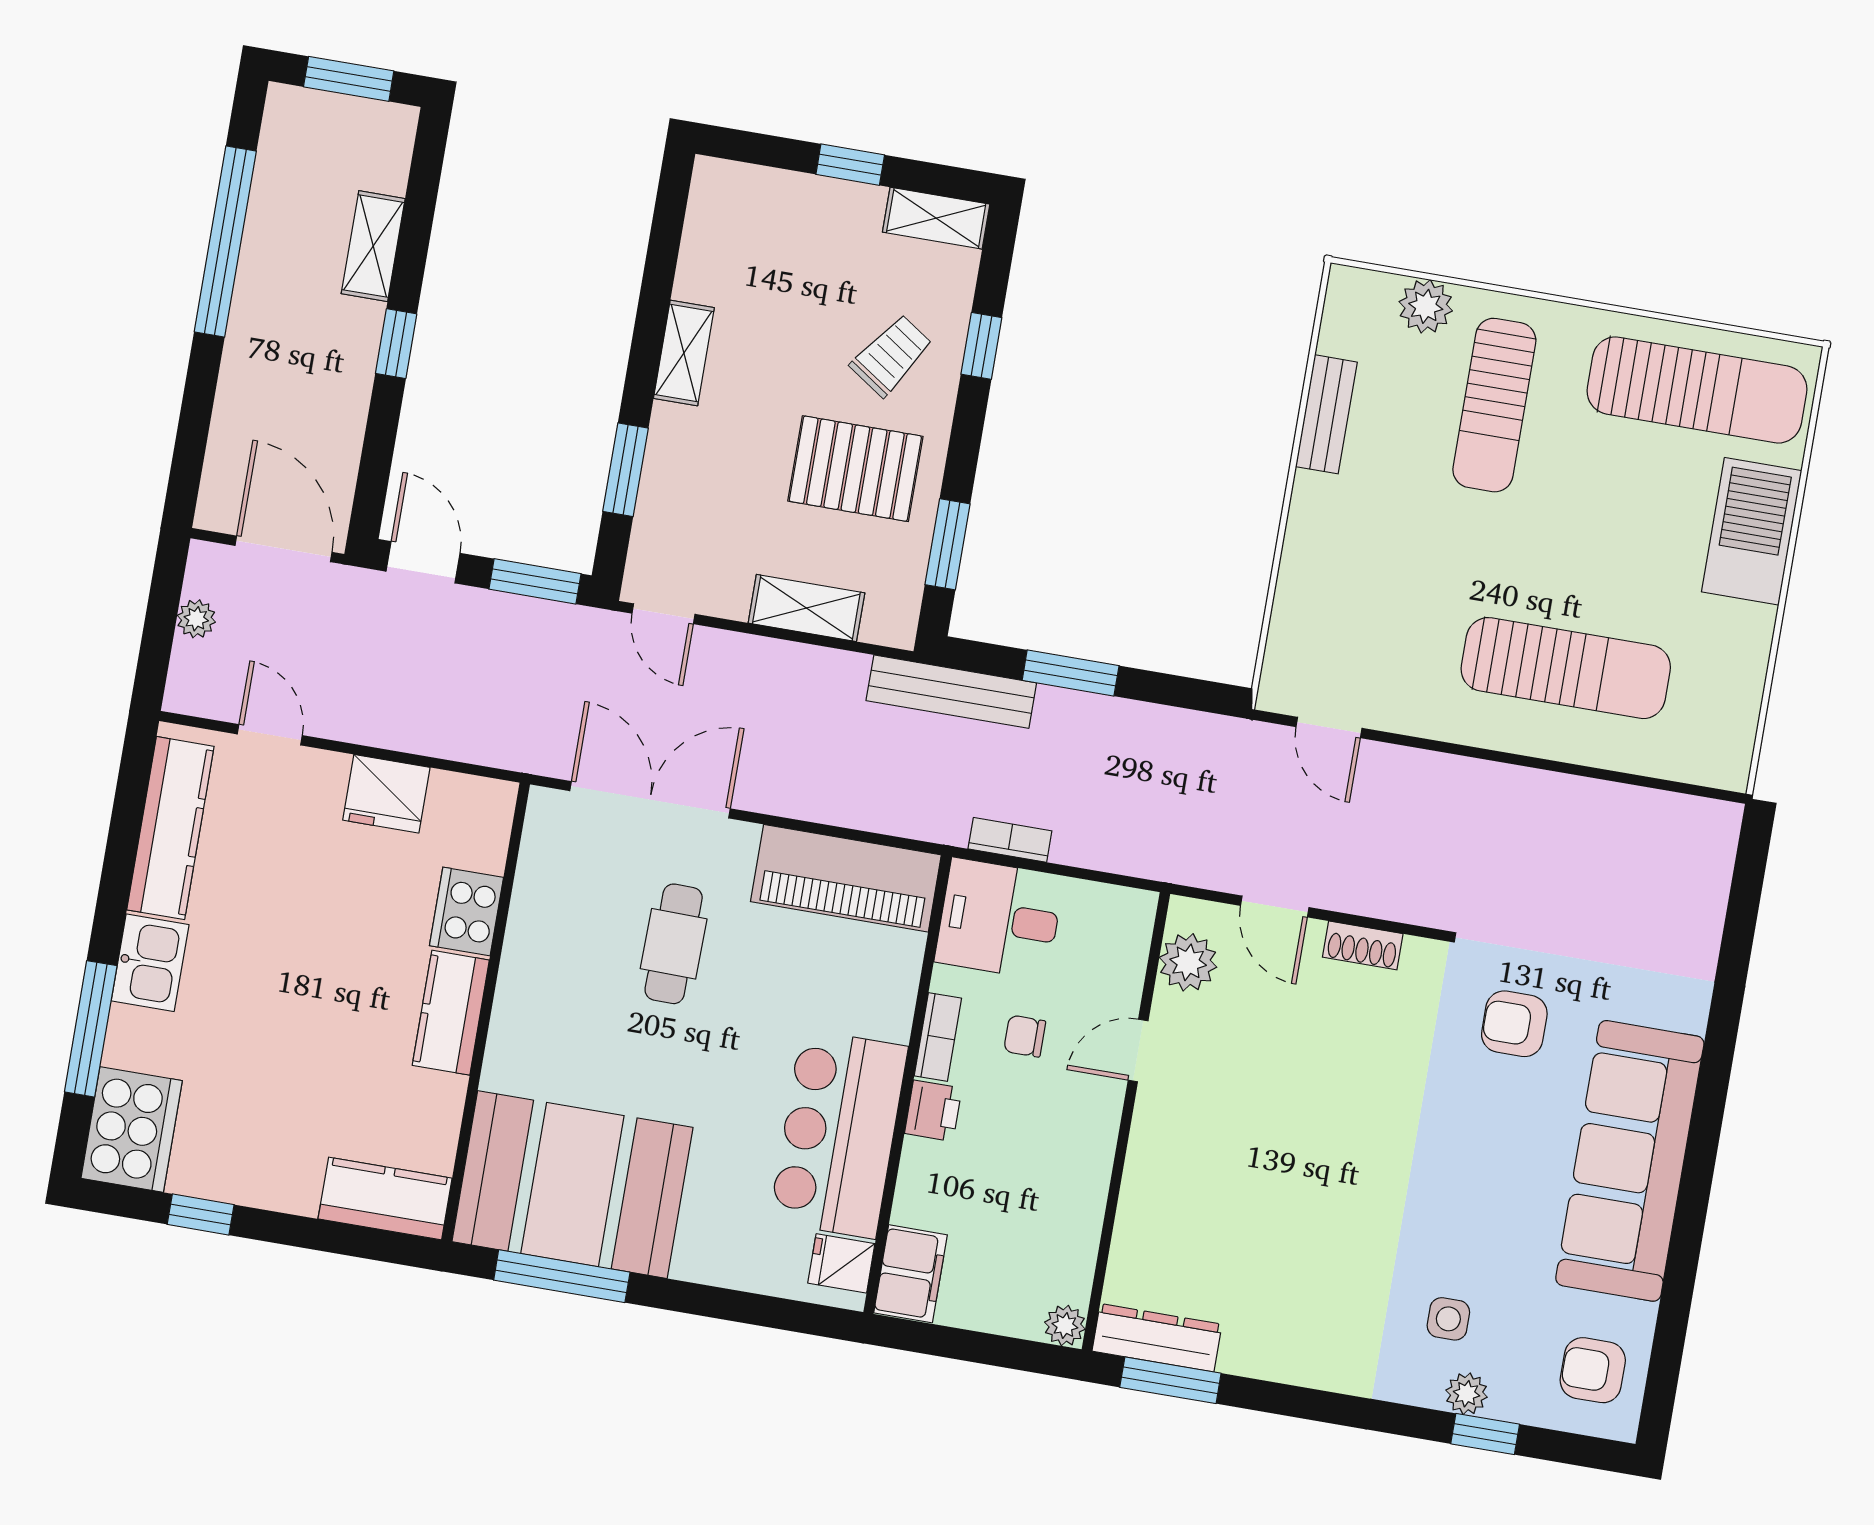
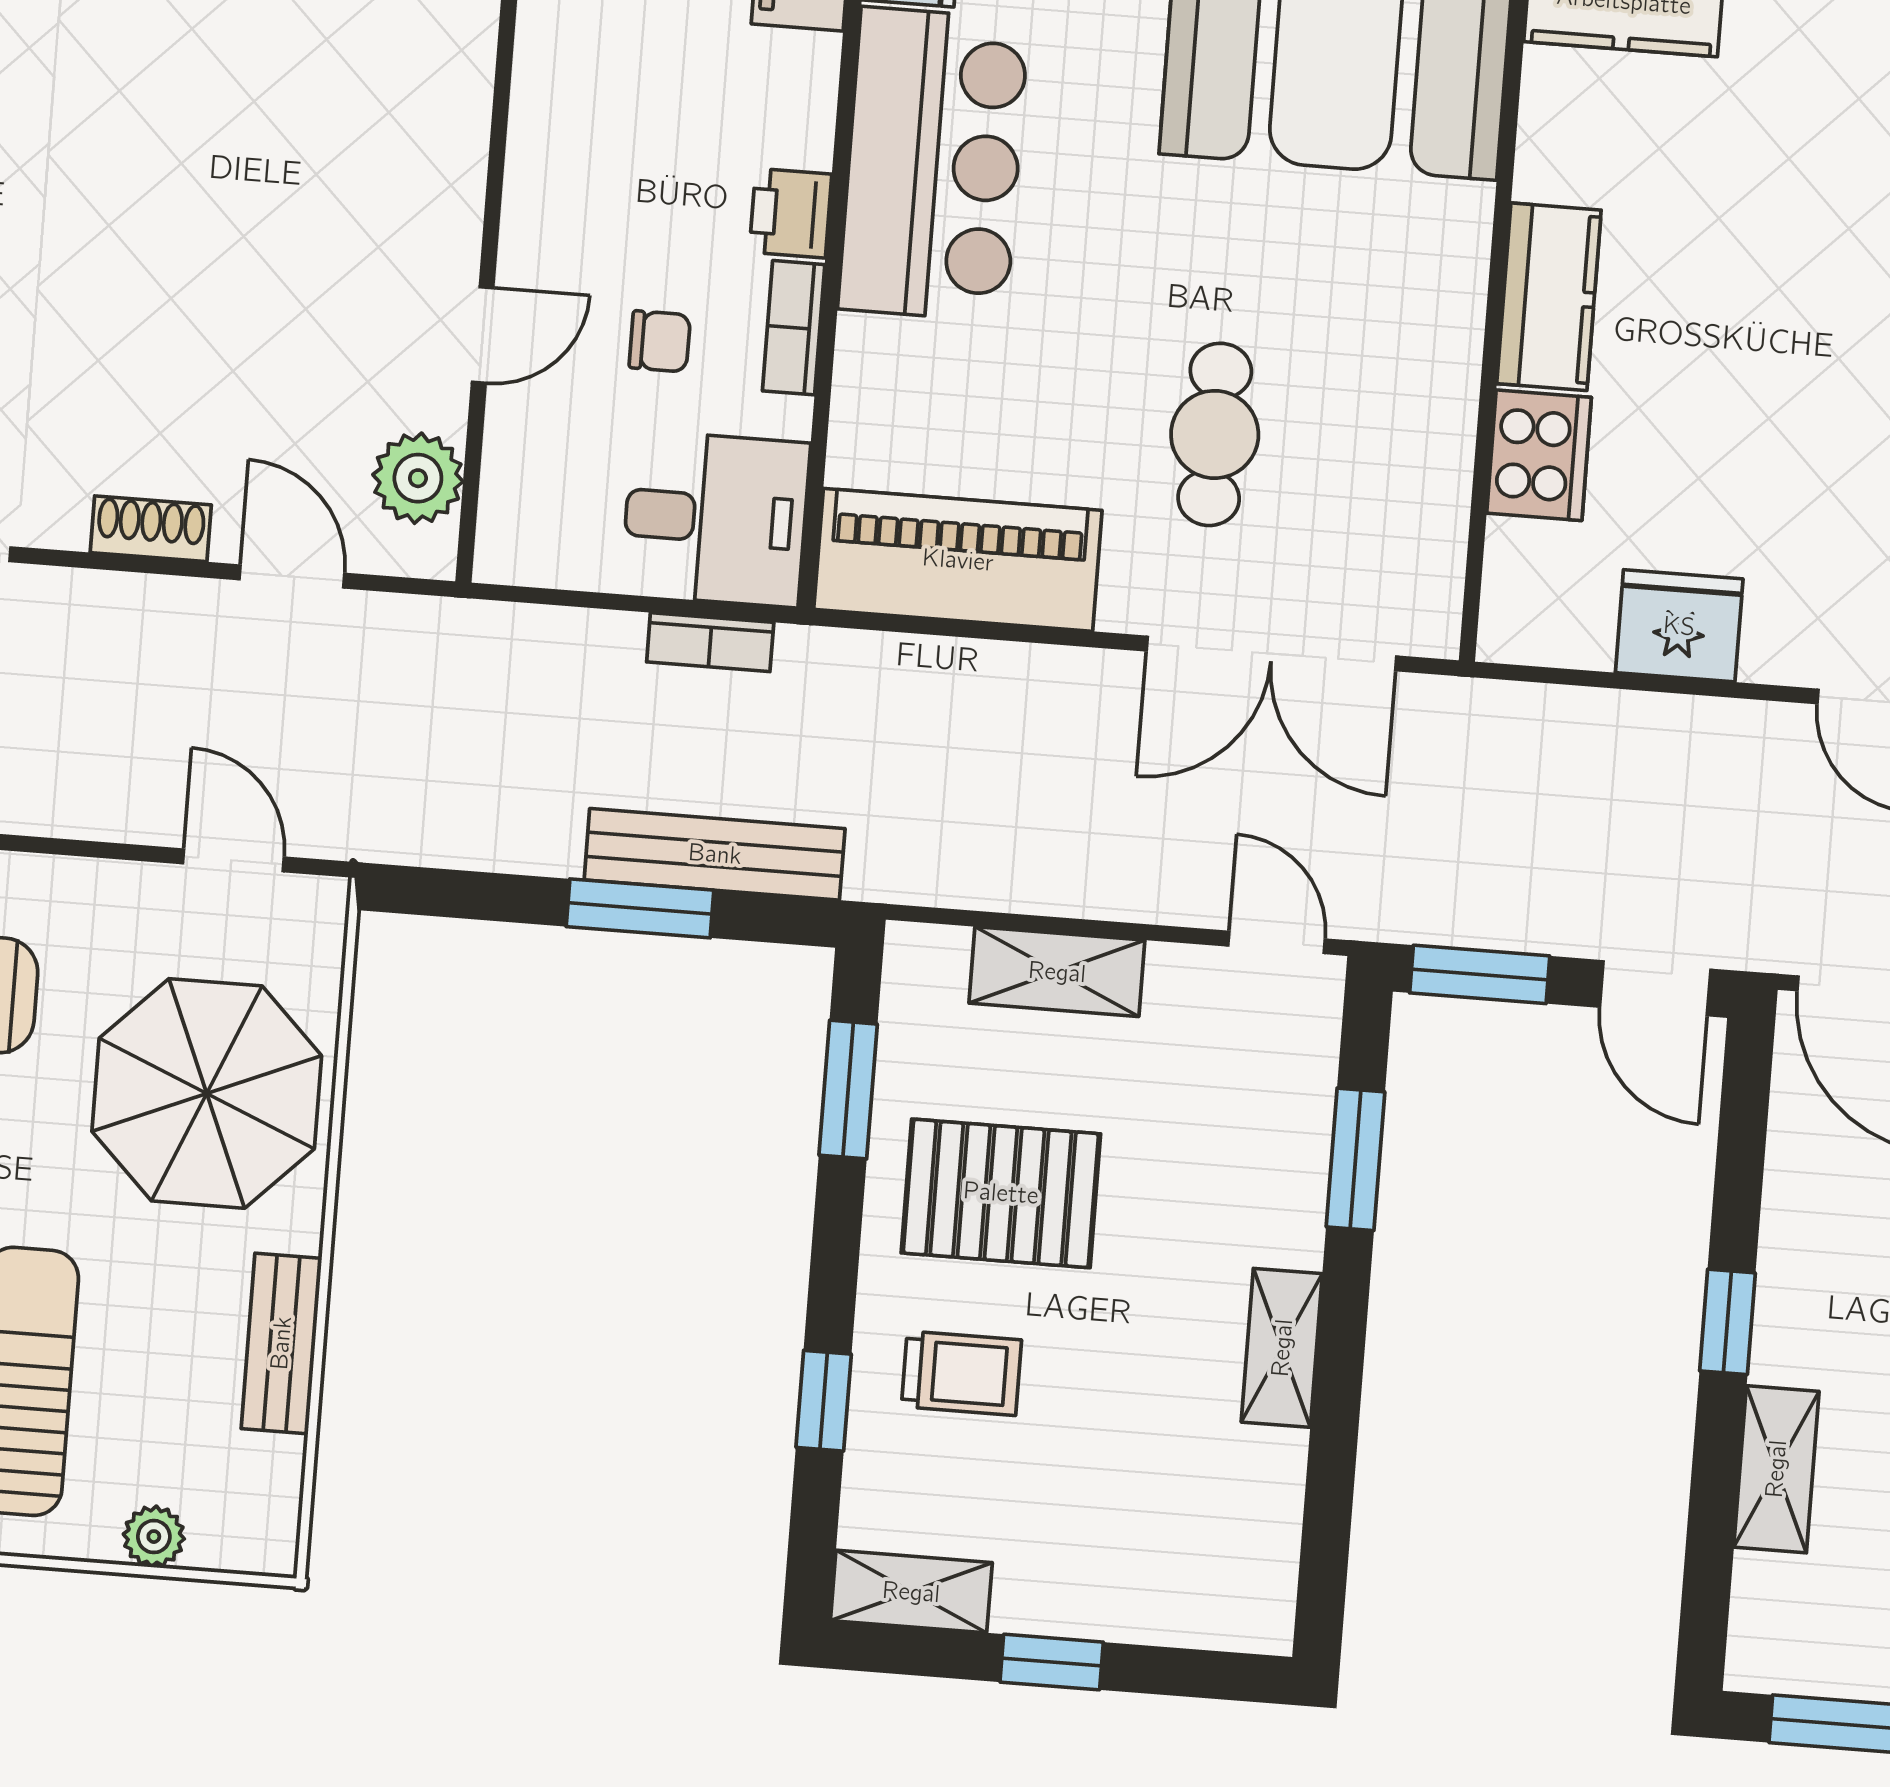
plant: (1426, 306) -> (154, 1537), width x0.73, depth x0.73
trolley: (891, 355) -> (961, 1373), turned -124
parasol: (1360, 579) -> (207, 1093), added
bench: (951, 692) -> (715, 854), moved

